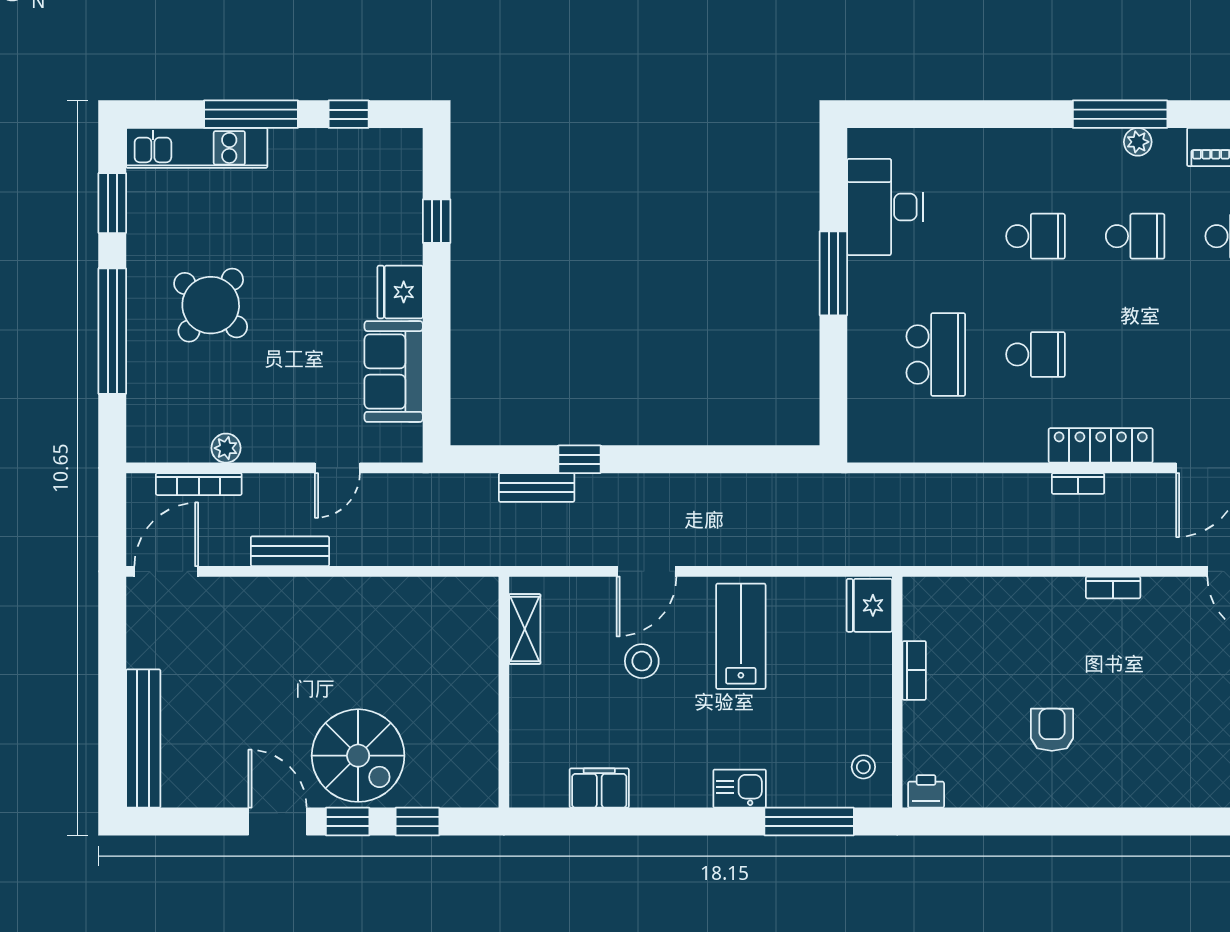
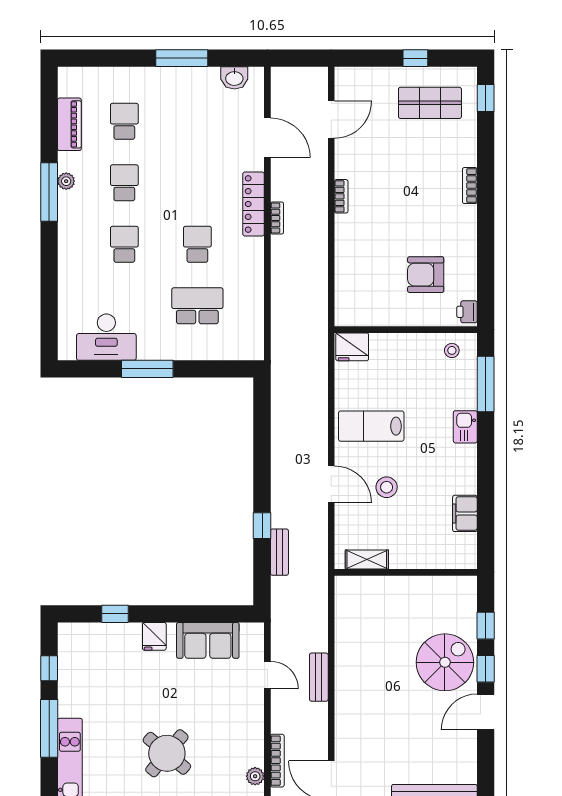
fridge: (400, 292) -> (154, 636), width x0.72
plant: (226, 448) -> (255, 776), moved
bench: (290, 551) -> (319, 677), moved
bookcase: (914, 670) -> (470, 186), moved, turned -90
armchair: (1052, 730) -> (426, 275), moved, width x1.38, depth x1.38

